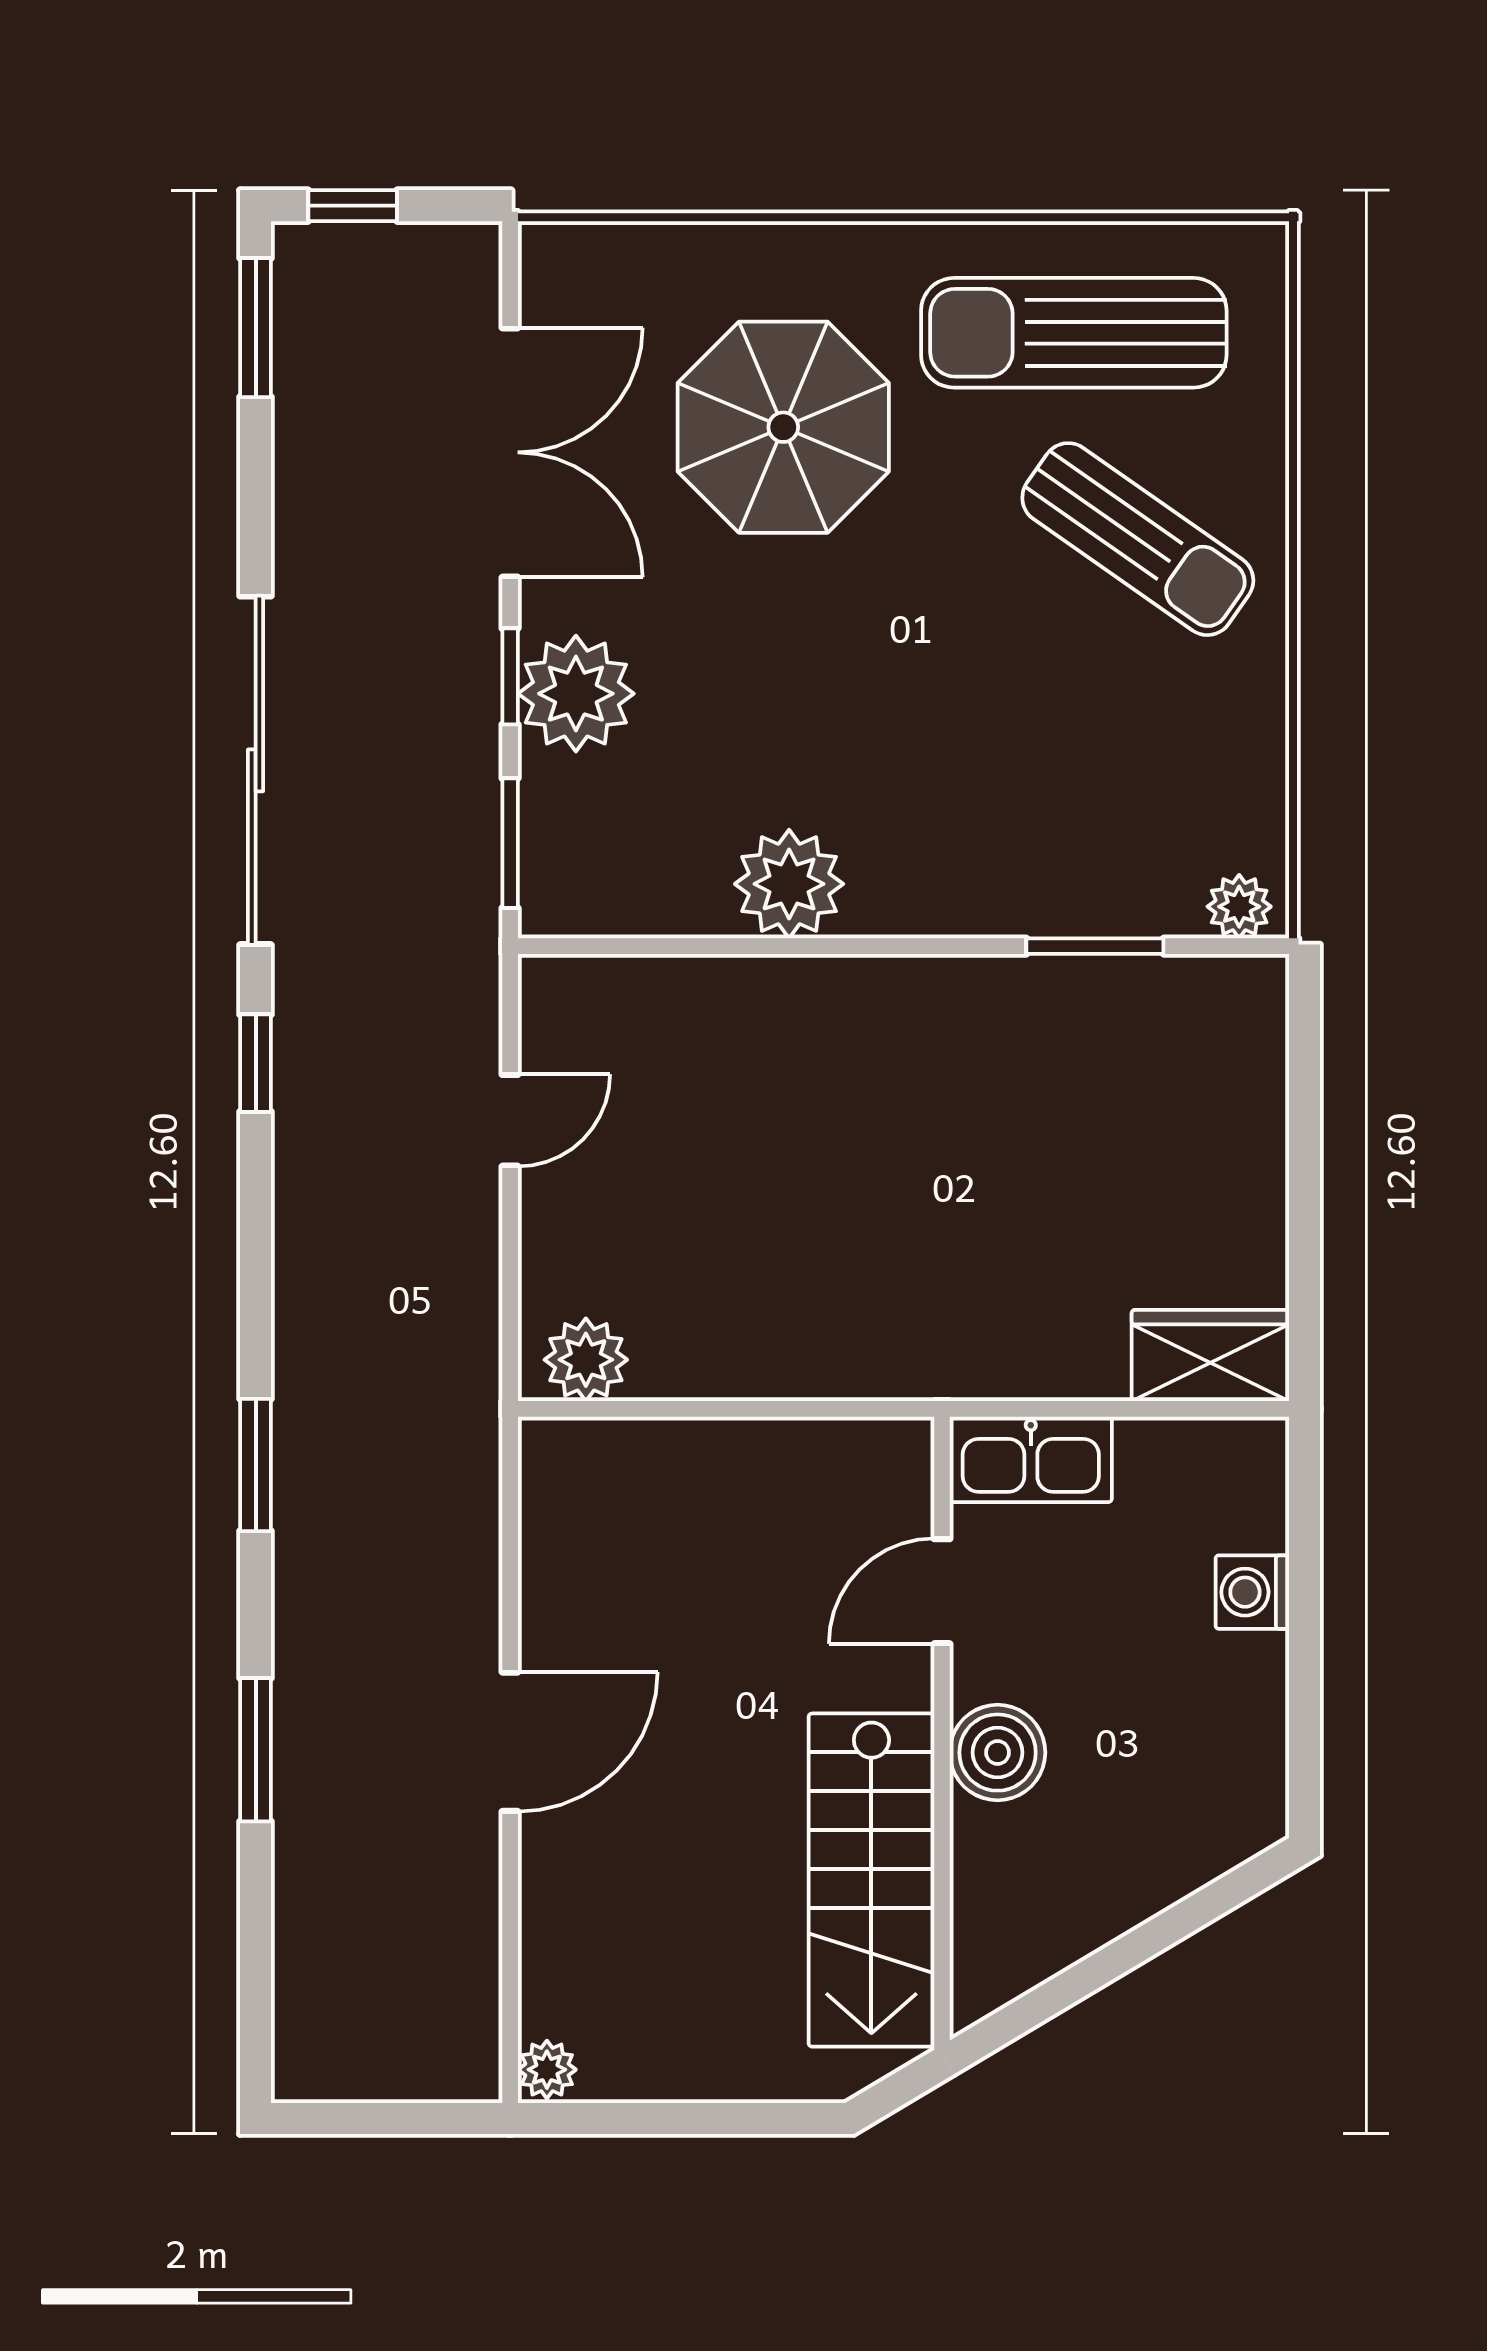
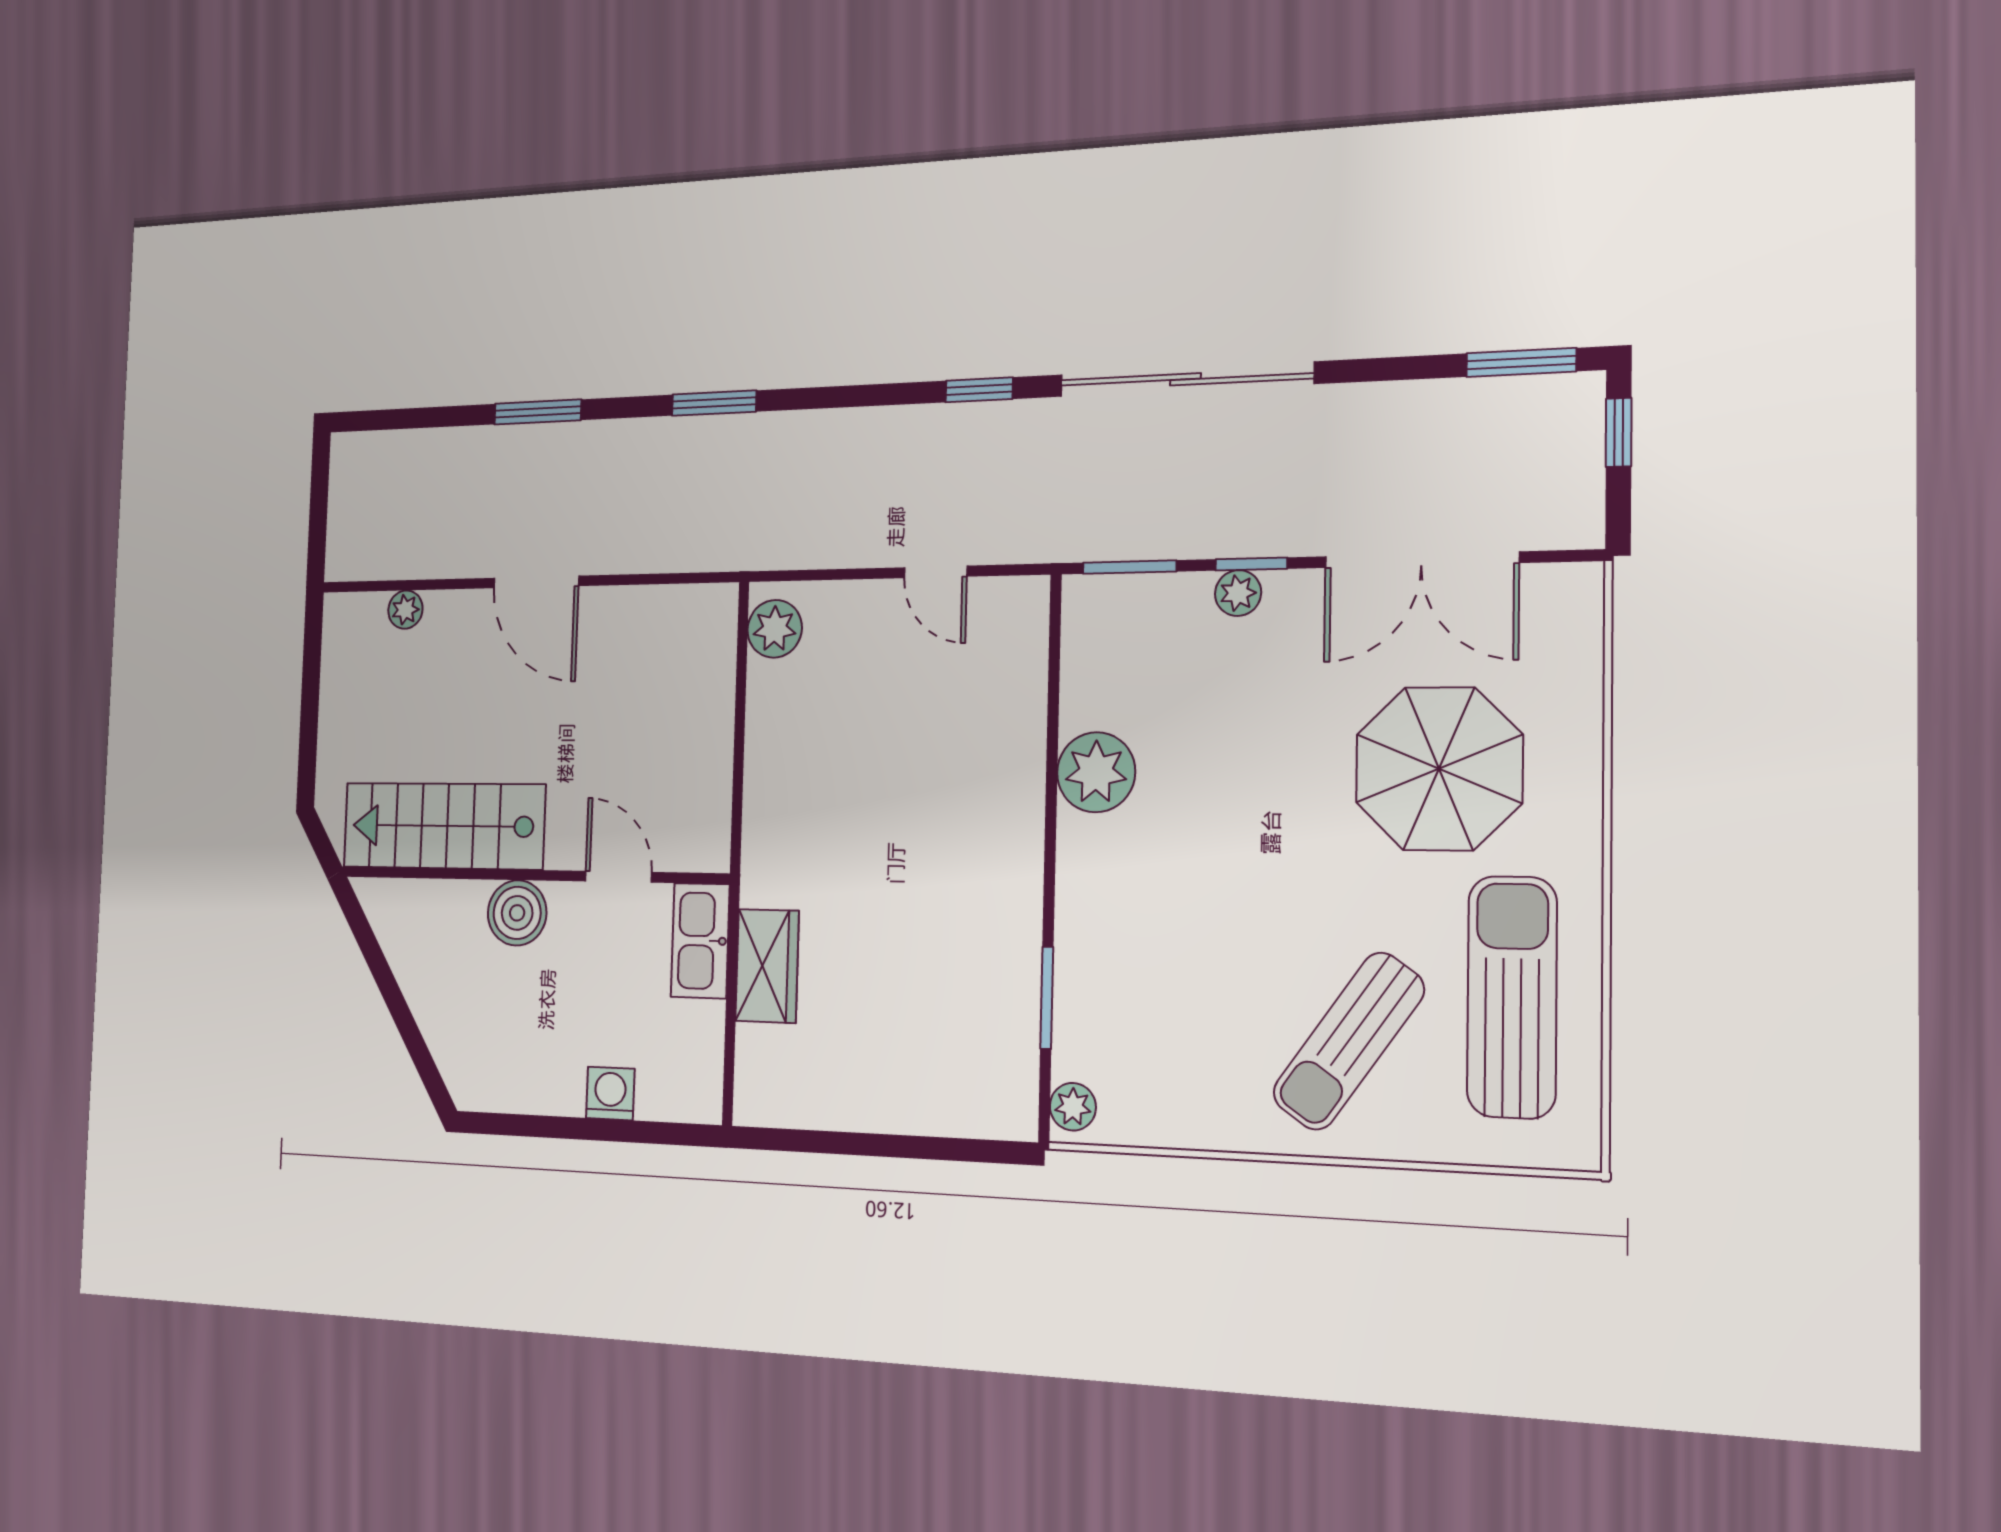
plant: (576, 694) -> (1238, 593), width x0.53, depth x0.53
wardrobe: (1210, 1356) -> (767, 966), moved
plant: (547, 2070) -> (405, 610), moved

